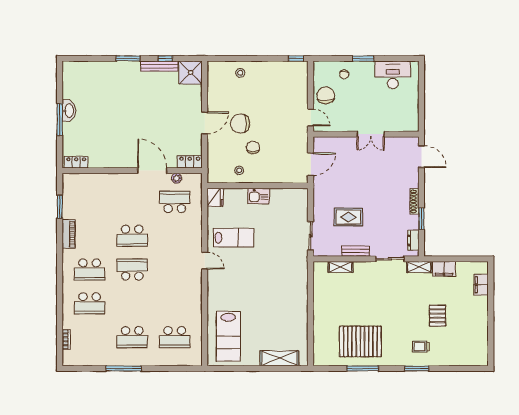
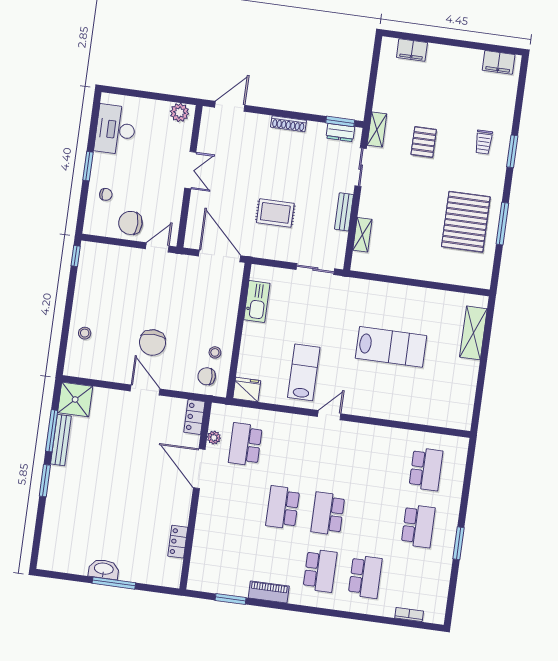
window: (165, 58) -> (52, 431), width x2.17
plant: (412, 120) -> (179, 112), added
chair: (253, 147) -> (207, 376), moved
locker: (76, 162) -> (178, 542), moved
door: (311, 164) -> (220, 256), width x1.36
door: (152, 171) -> (199, 469), hinge flipped
kitchen sink: (259, 196) -> (257, 301), moved, width x1.38
rug: (348, 217) -> (275, 213), moved, turned 90
window: (421, 219) -> (340, 121), moved
school desk: (132, 236) -> (283, 507), turned 180
filing cabinet: (444, 269) -> (499, 62), moved, turned 90
pallet: (437, 316) -> (424, 142), moved, turned 90
lab bench: (228, 336) -> (391, 347), moved
window: (124, 368) -> (459, 543), width x0.69

